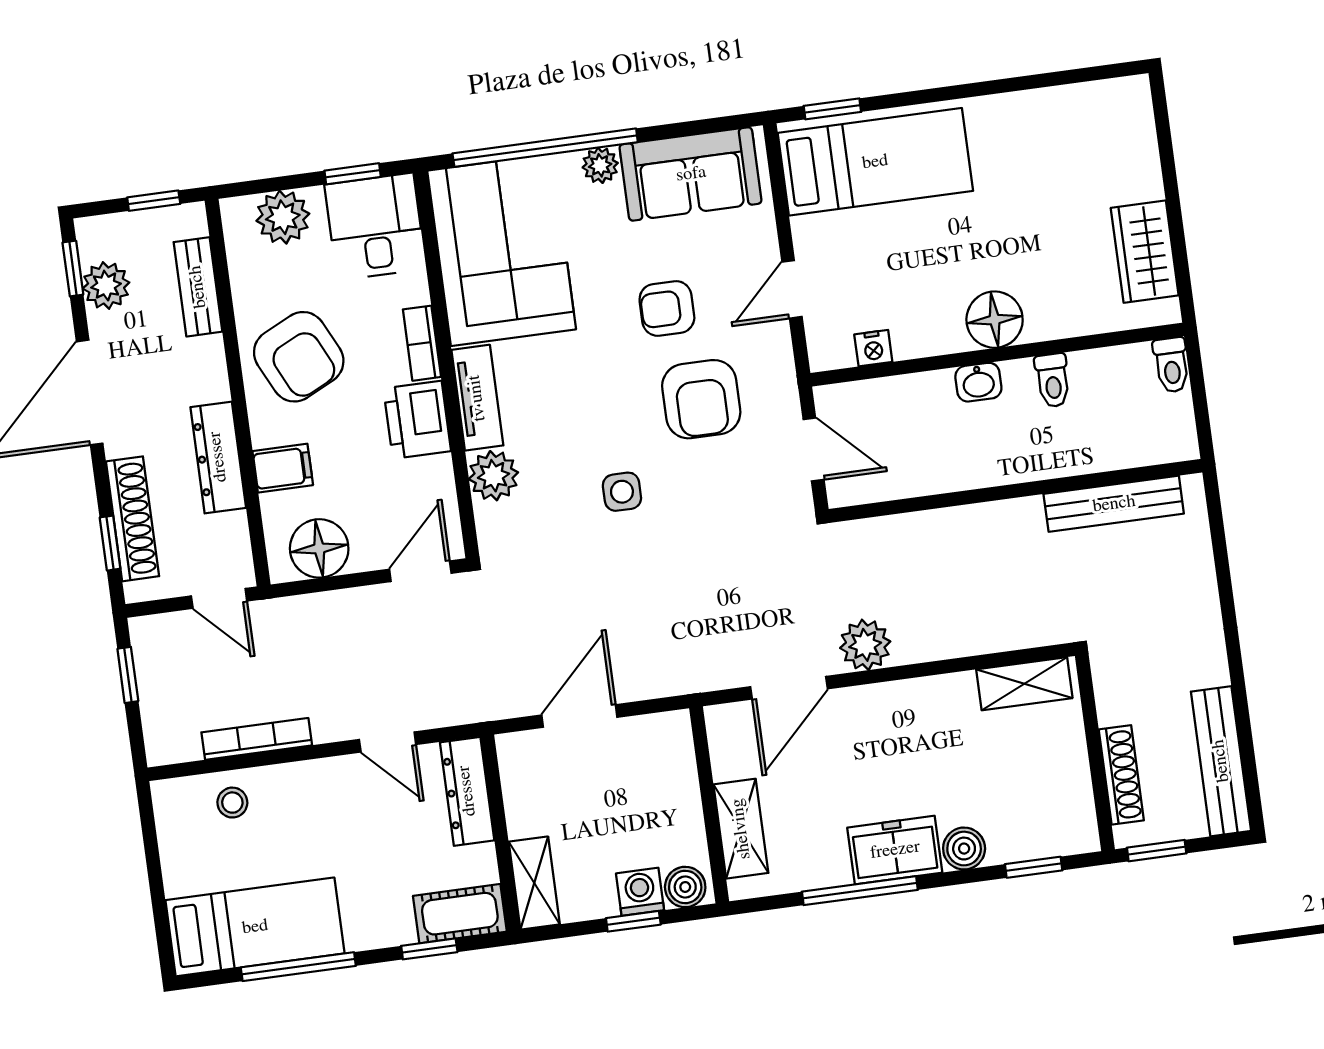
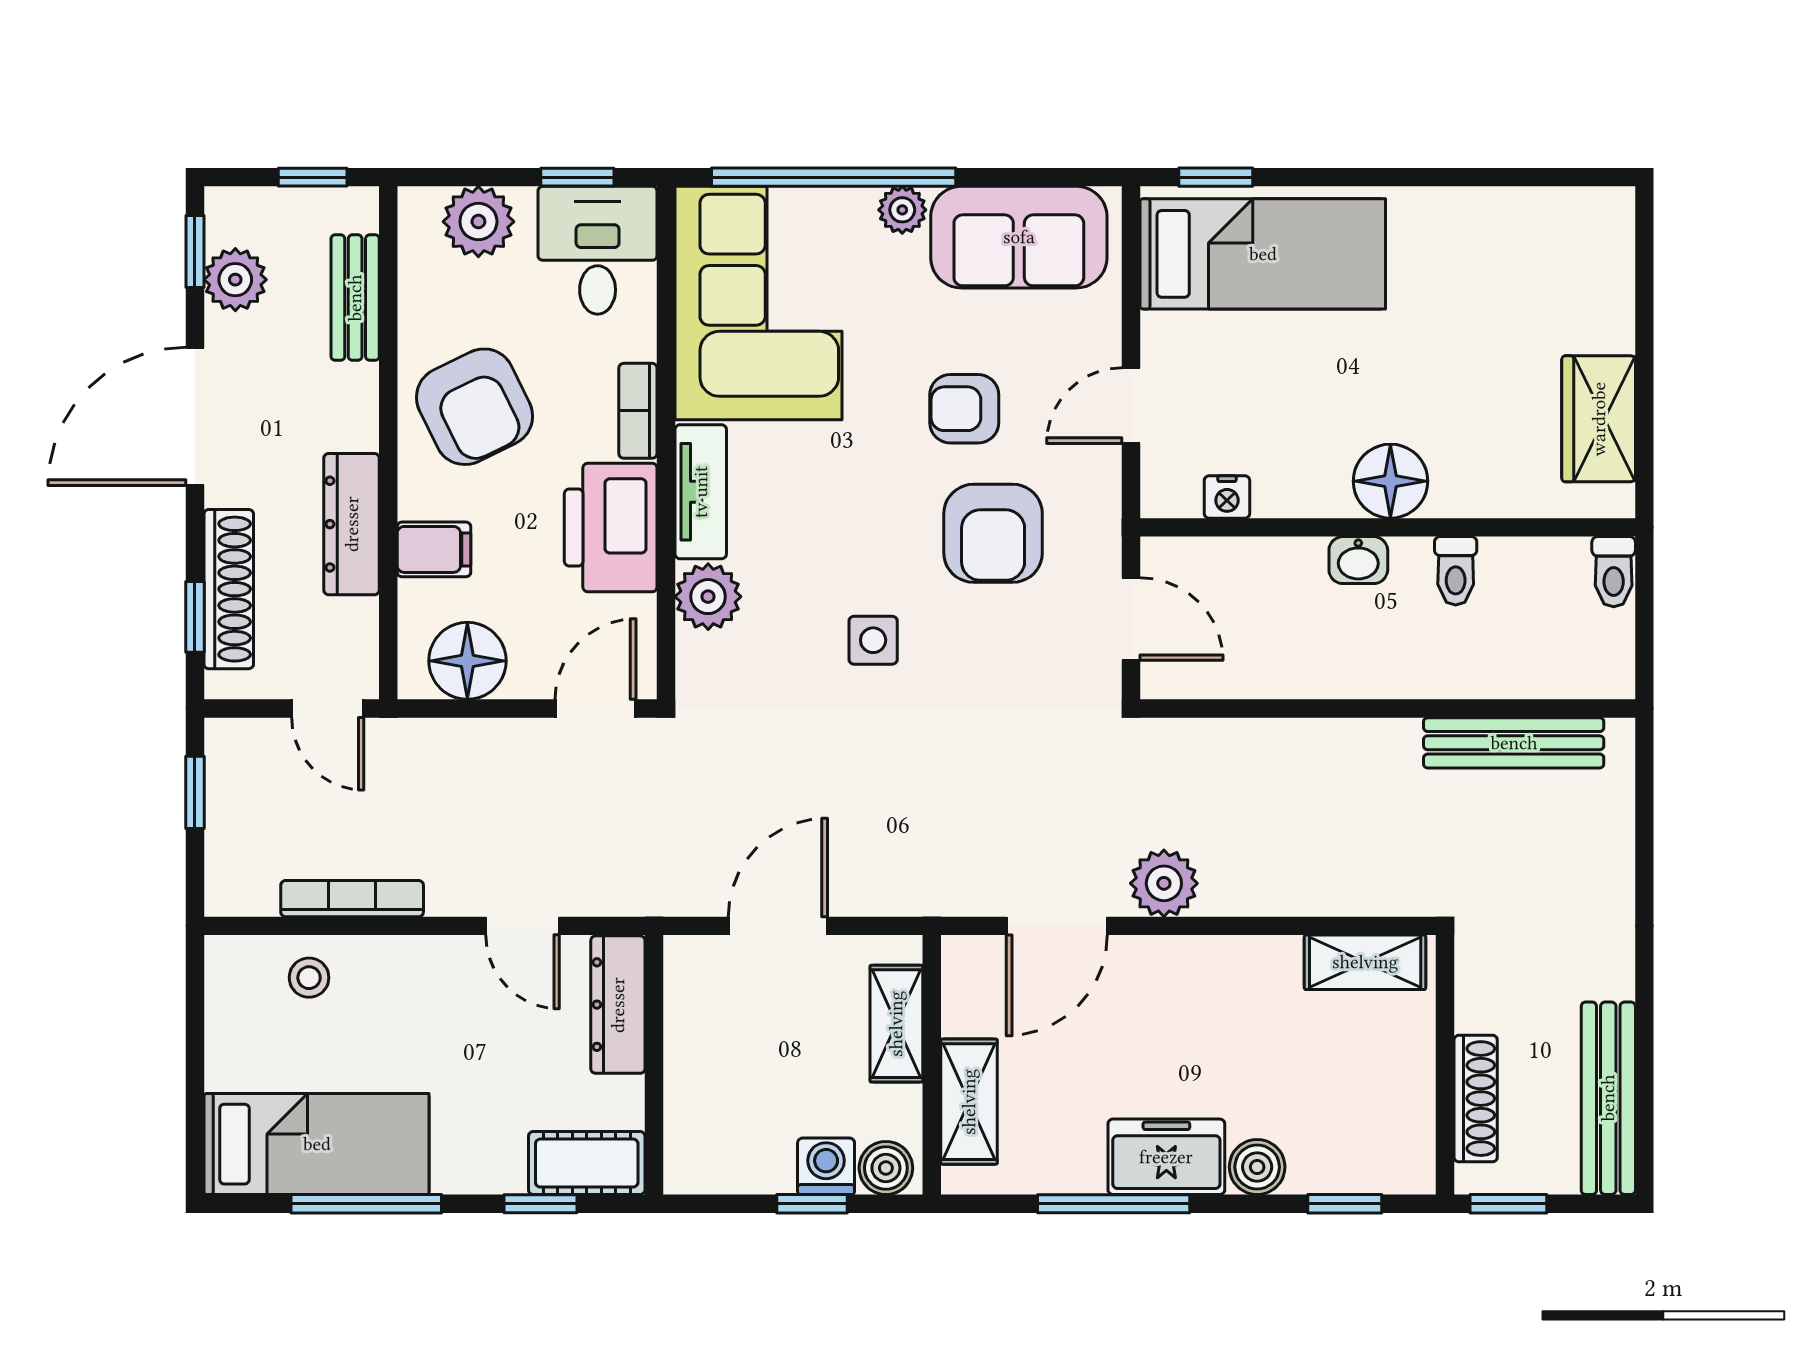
printer: (417, 420) -> (611, 527), width x1.37, depth x1.19
shelving: (534, 883) -> (896, 1024), moved

